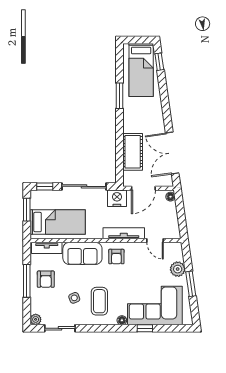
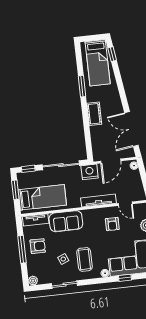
cot: (133, 152) -> (94, 114), moved, width x0.73, depth x0.75
armchair: (116, 257) -> (112, 224), moved
armchair: (46, 279) -> (38, 246), turned -90
sliding door: (60, 328) -> (65, 285), moved

